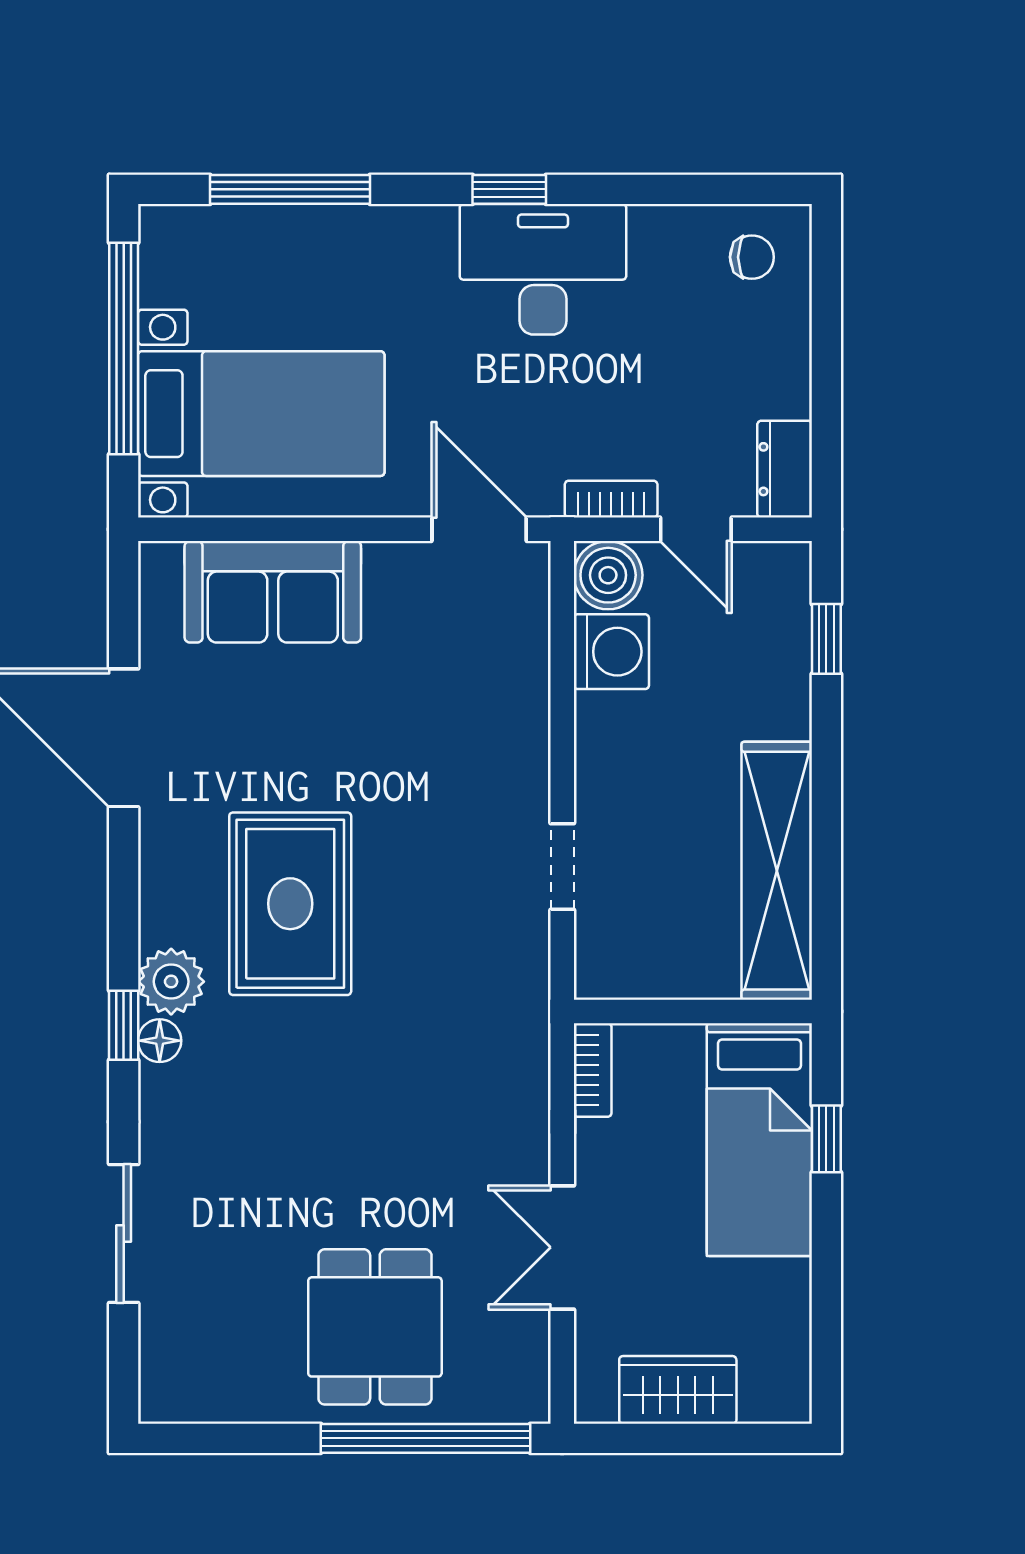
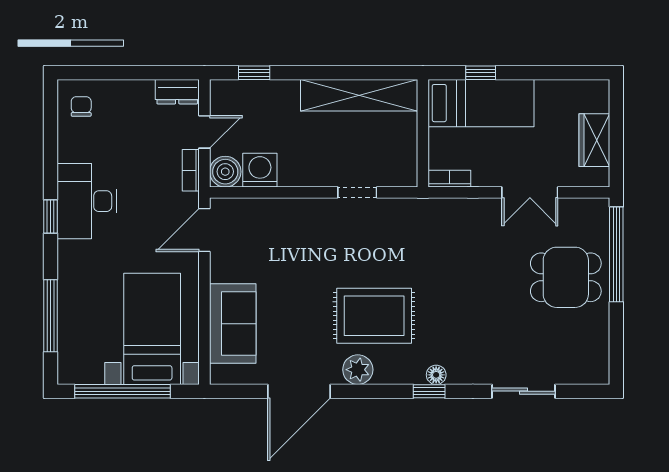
plant: (171, 982) -> (358, 370), moved

